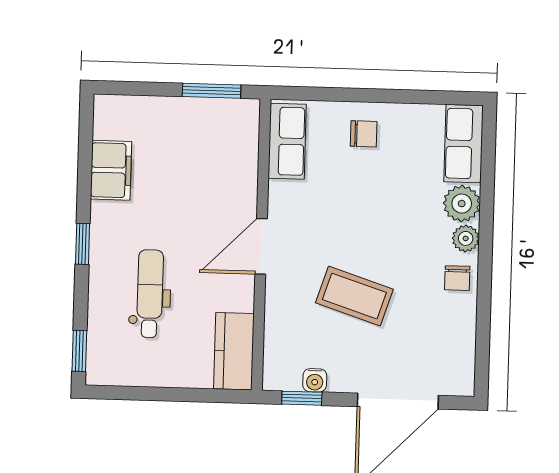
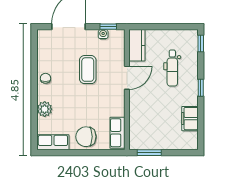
chair: (364, 134) -> (86, 137), width x1.87, depth x1.87
row of seats: (463, 144) -> (53, 142), moved, turned -90
plant: (466, 238) -> (42, 95), removed
door: (261, 246) -> (127, 78), moved
coffee table: (354, 296) -> (88, 70), turned 72

